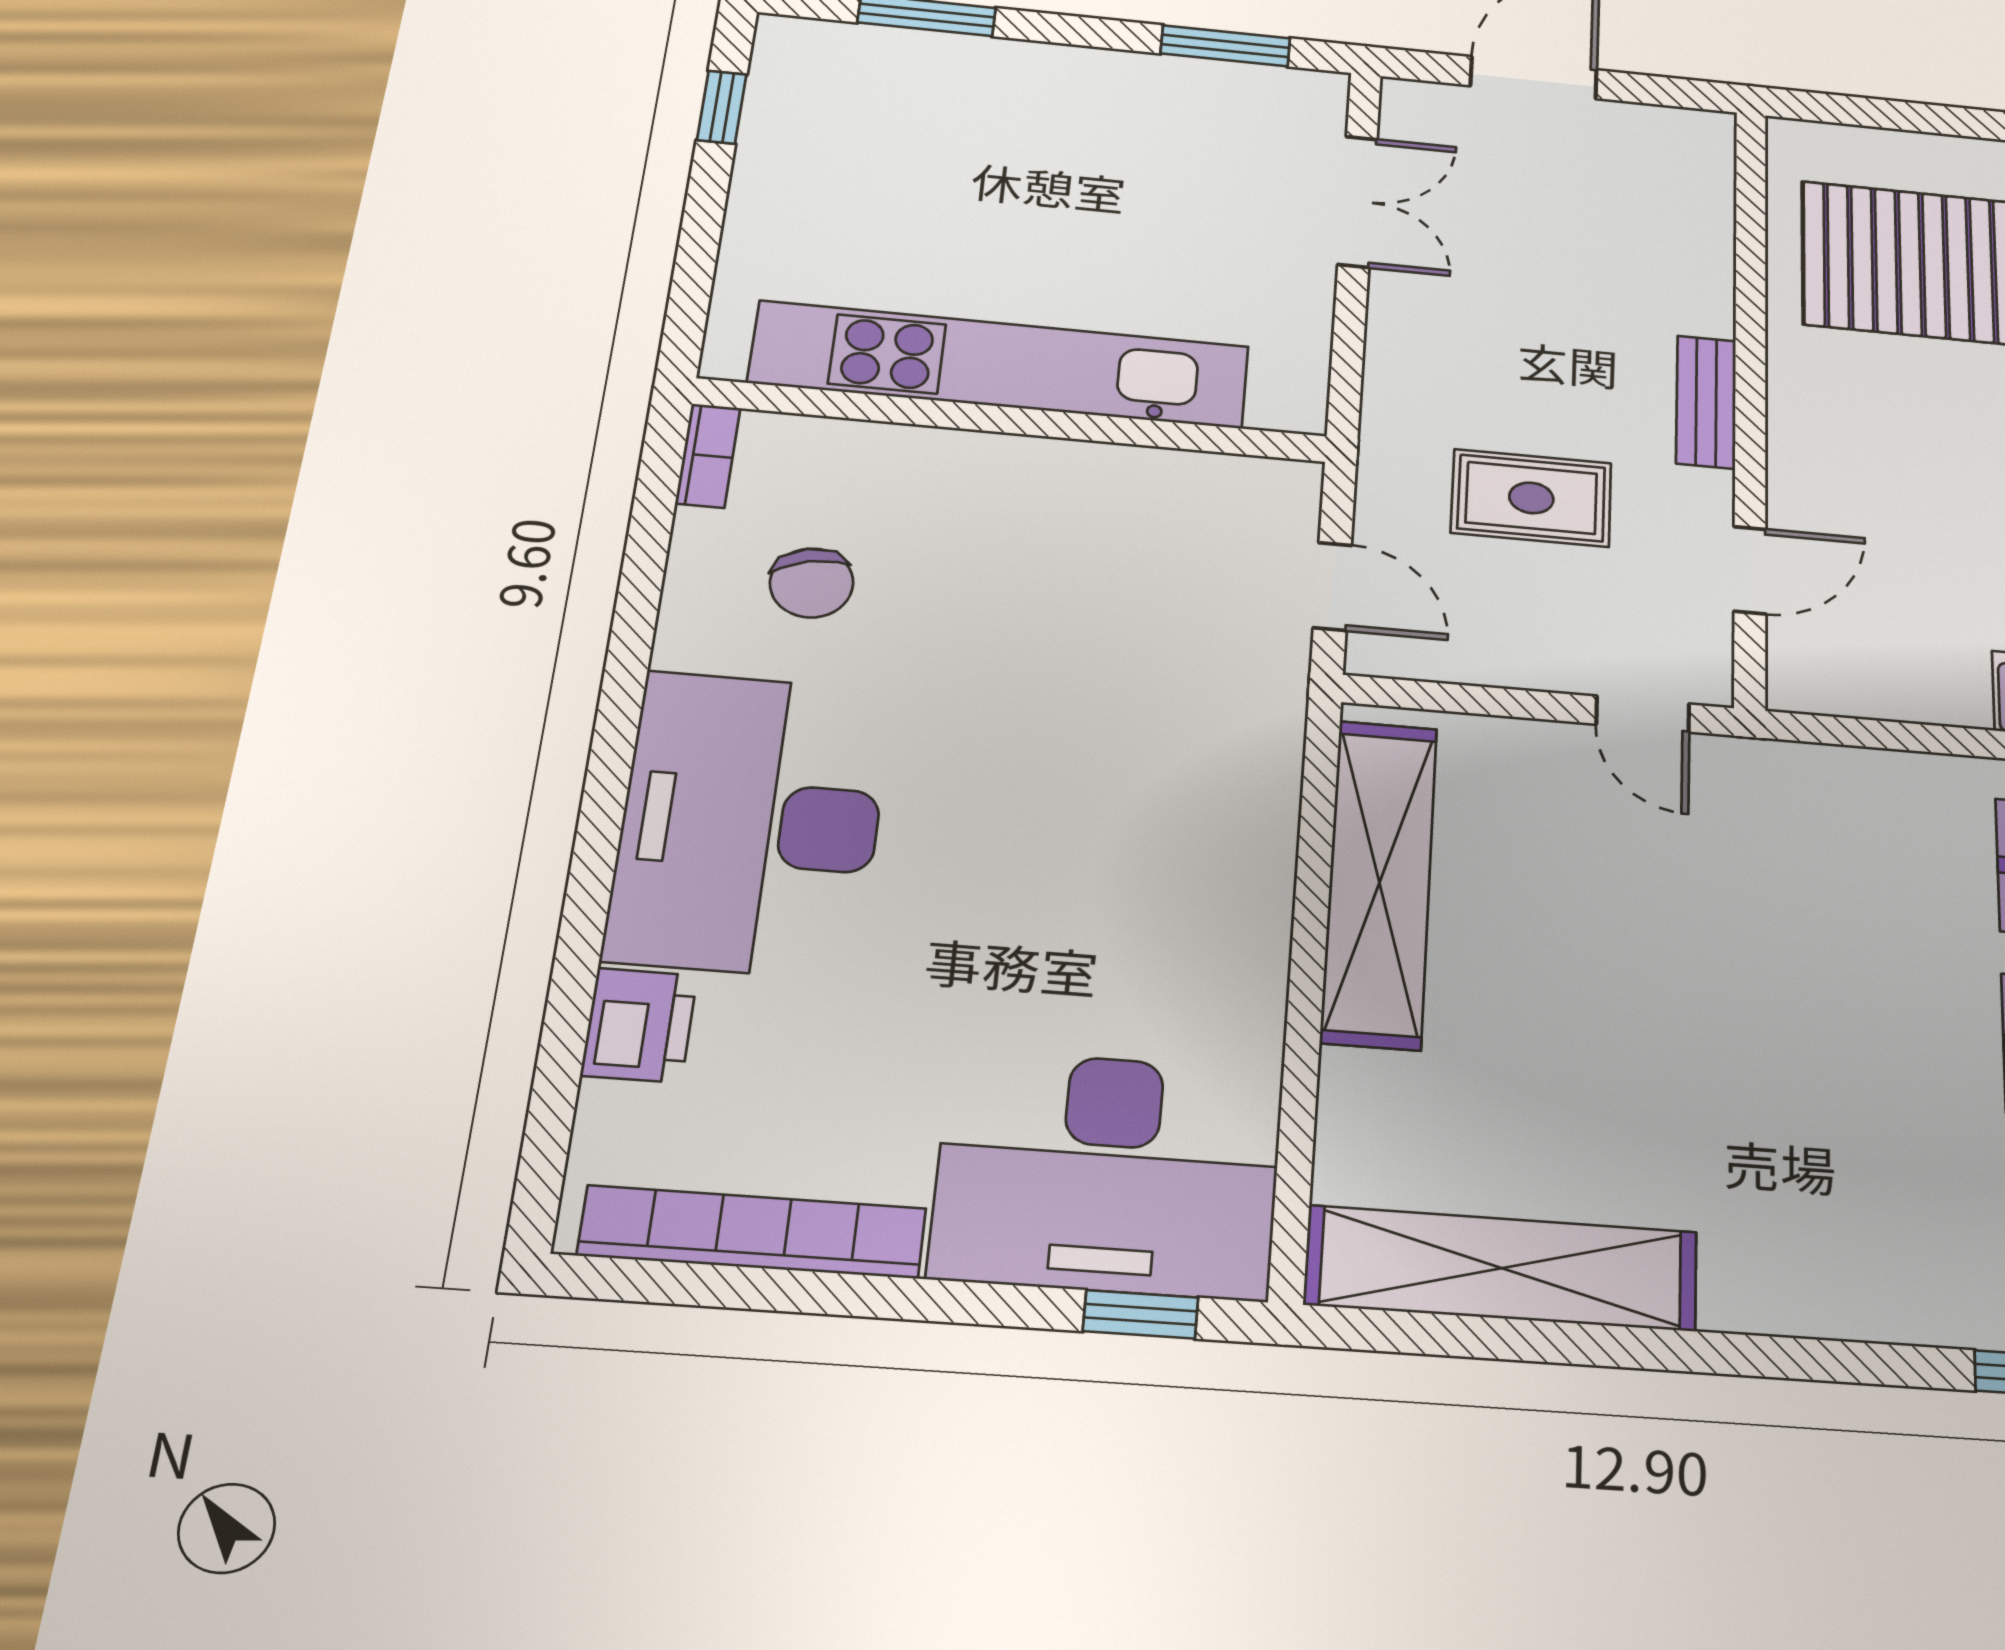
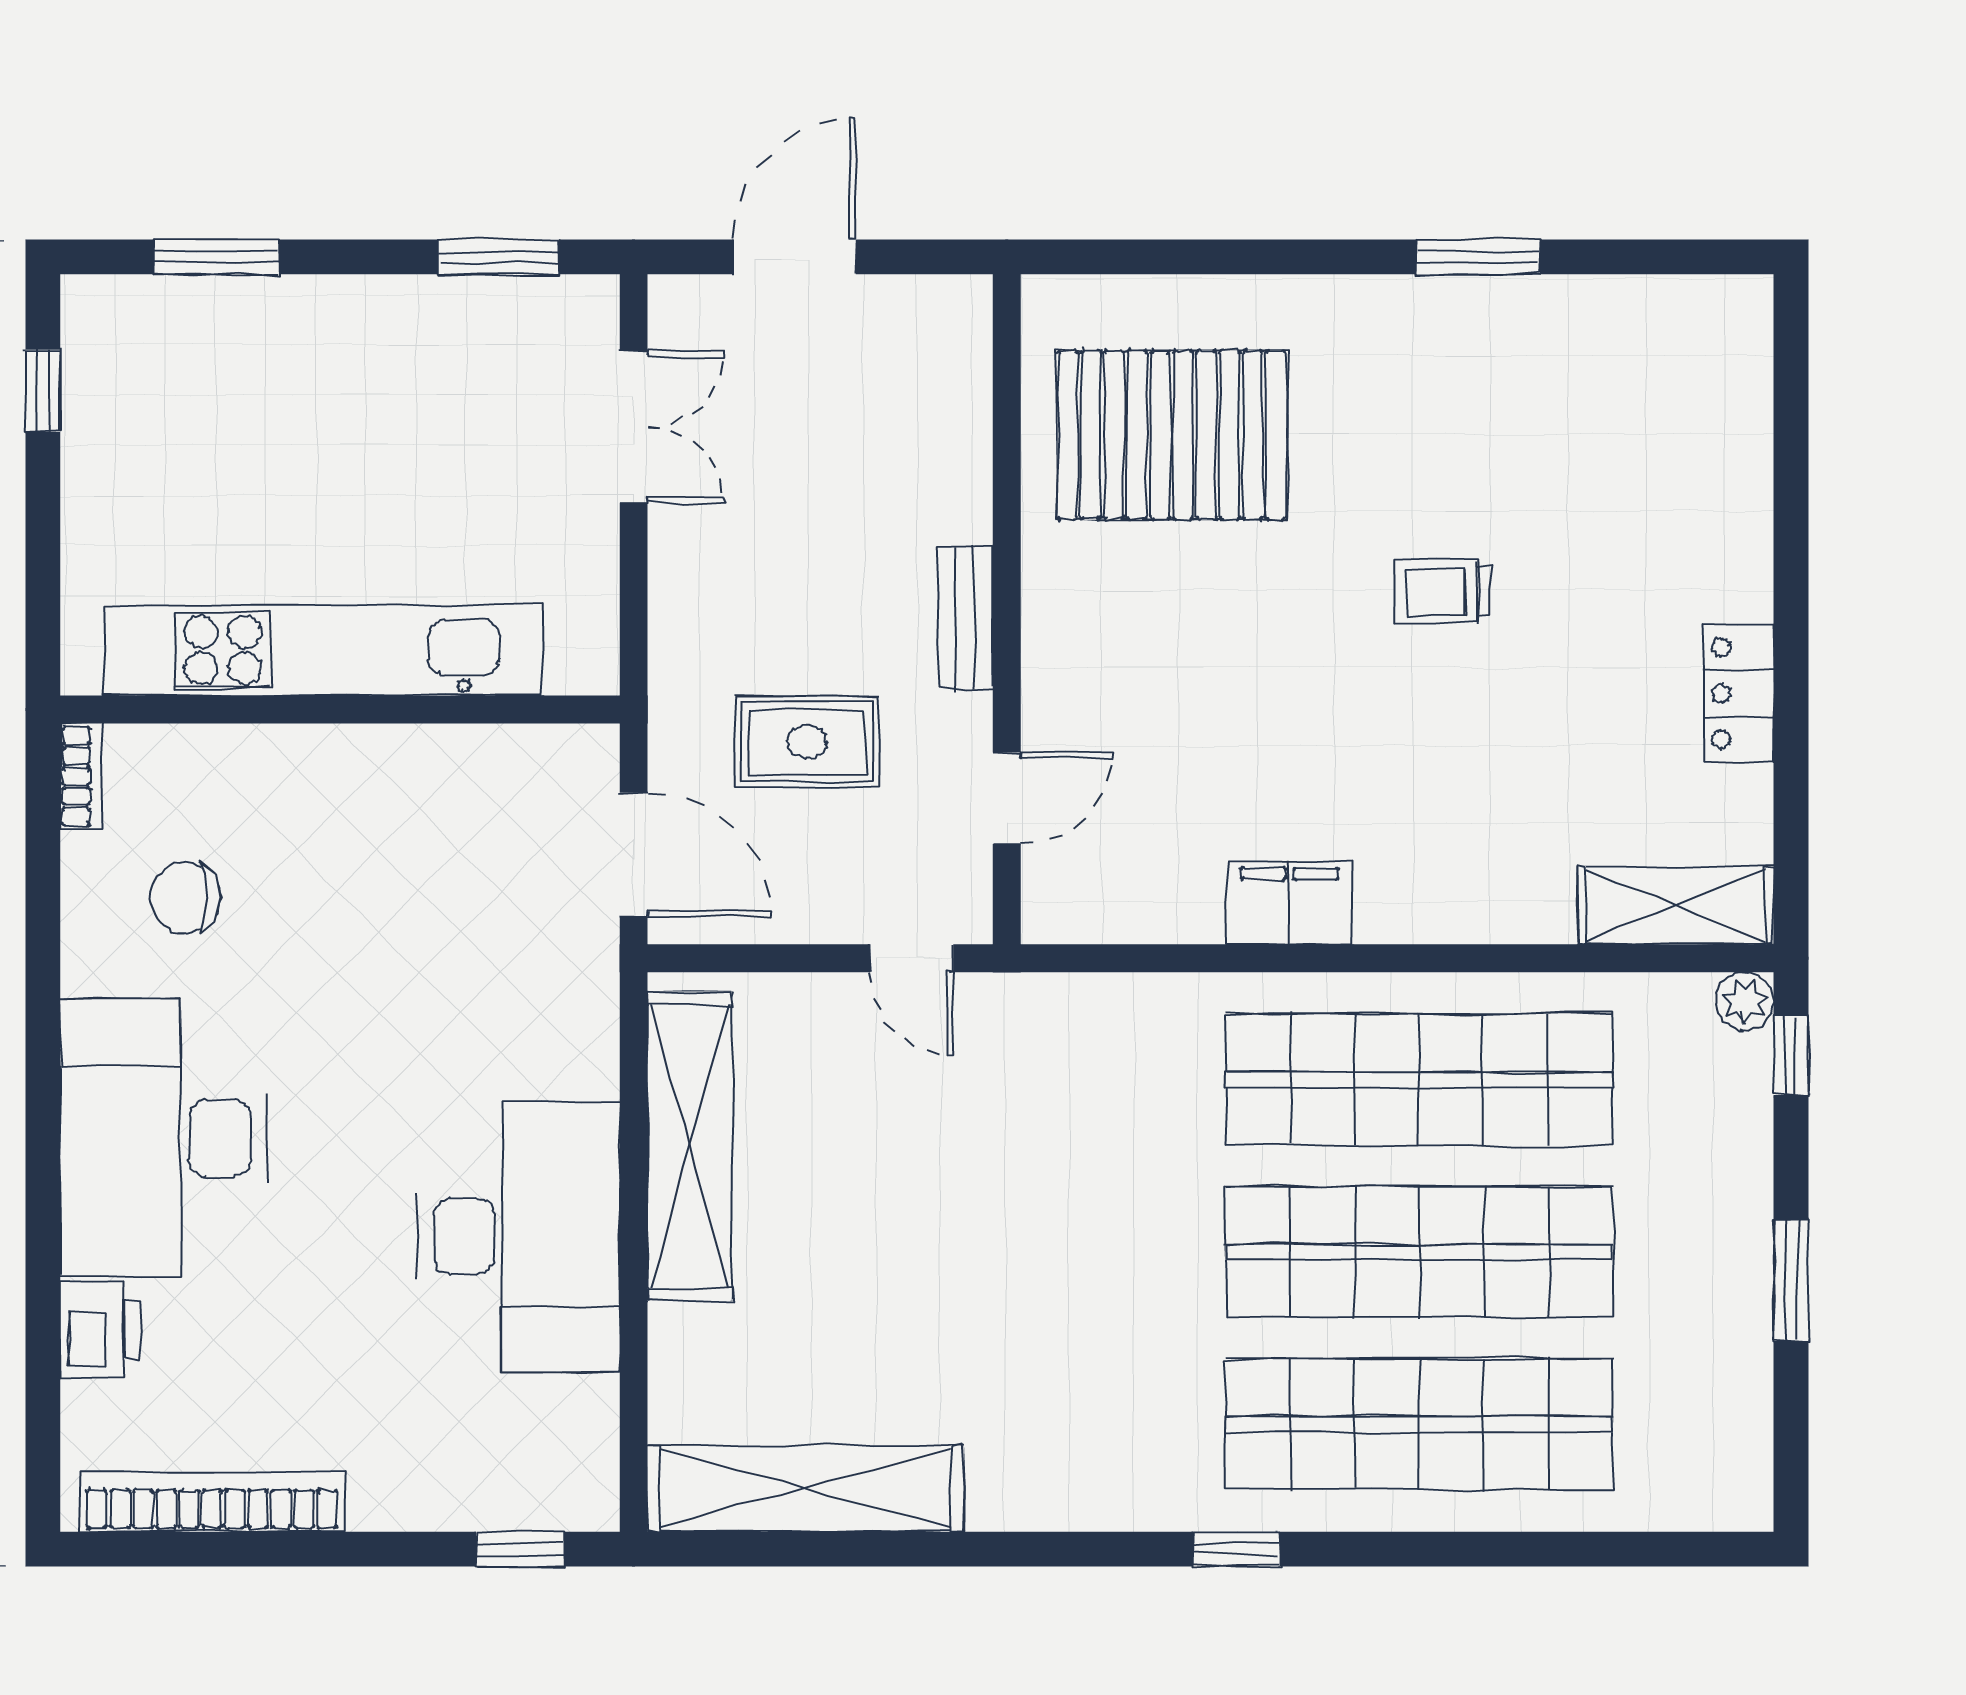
chair: (812, 583) -> (185, 898), turned 103
door: (1332, 586) -> (634, 855), width x1.38
desk: (1108, 1174) -> (519, 1237), moved, turned -90

